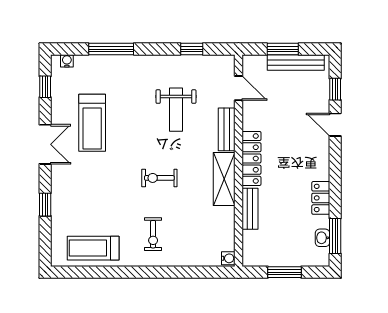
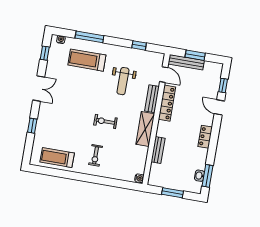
bench: (296, 63) -> (186, 62), moved
treadmill: (92, 123) -> (87, 60), moved, turned 90
locker: (252, 158) -> (167, 103), moved
locker: (321, 198) -> (205, 137), moved

